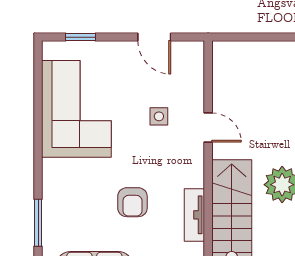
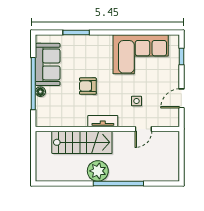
door: (208, 128) -> (143, 129), moved
tv unit: (194, 215) -> (103, 121), moved

